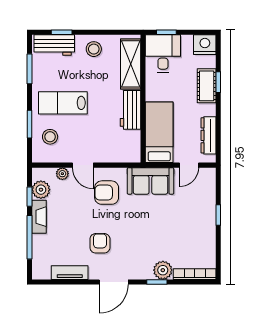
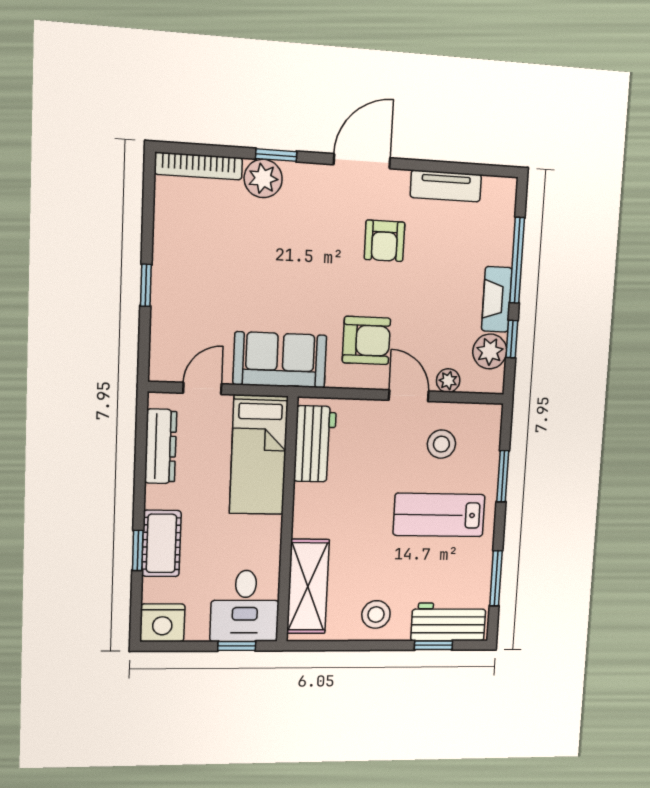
lab bench: (63, 103) -> (439, 515), turned 180
workbench: (131, 110) -> (315, 444), moved
stool: (50, 137) -> (441, 444), moved

